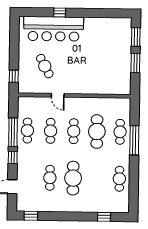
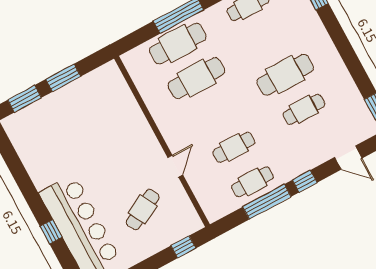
cafe table: (74, 131) -> (215, 113), removed
cafe table: (120, 132) -> (178, 44), width x1.37, depth x1.35

